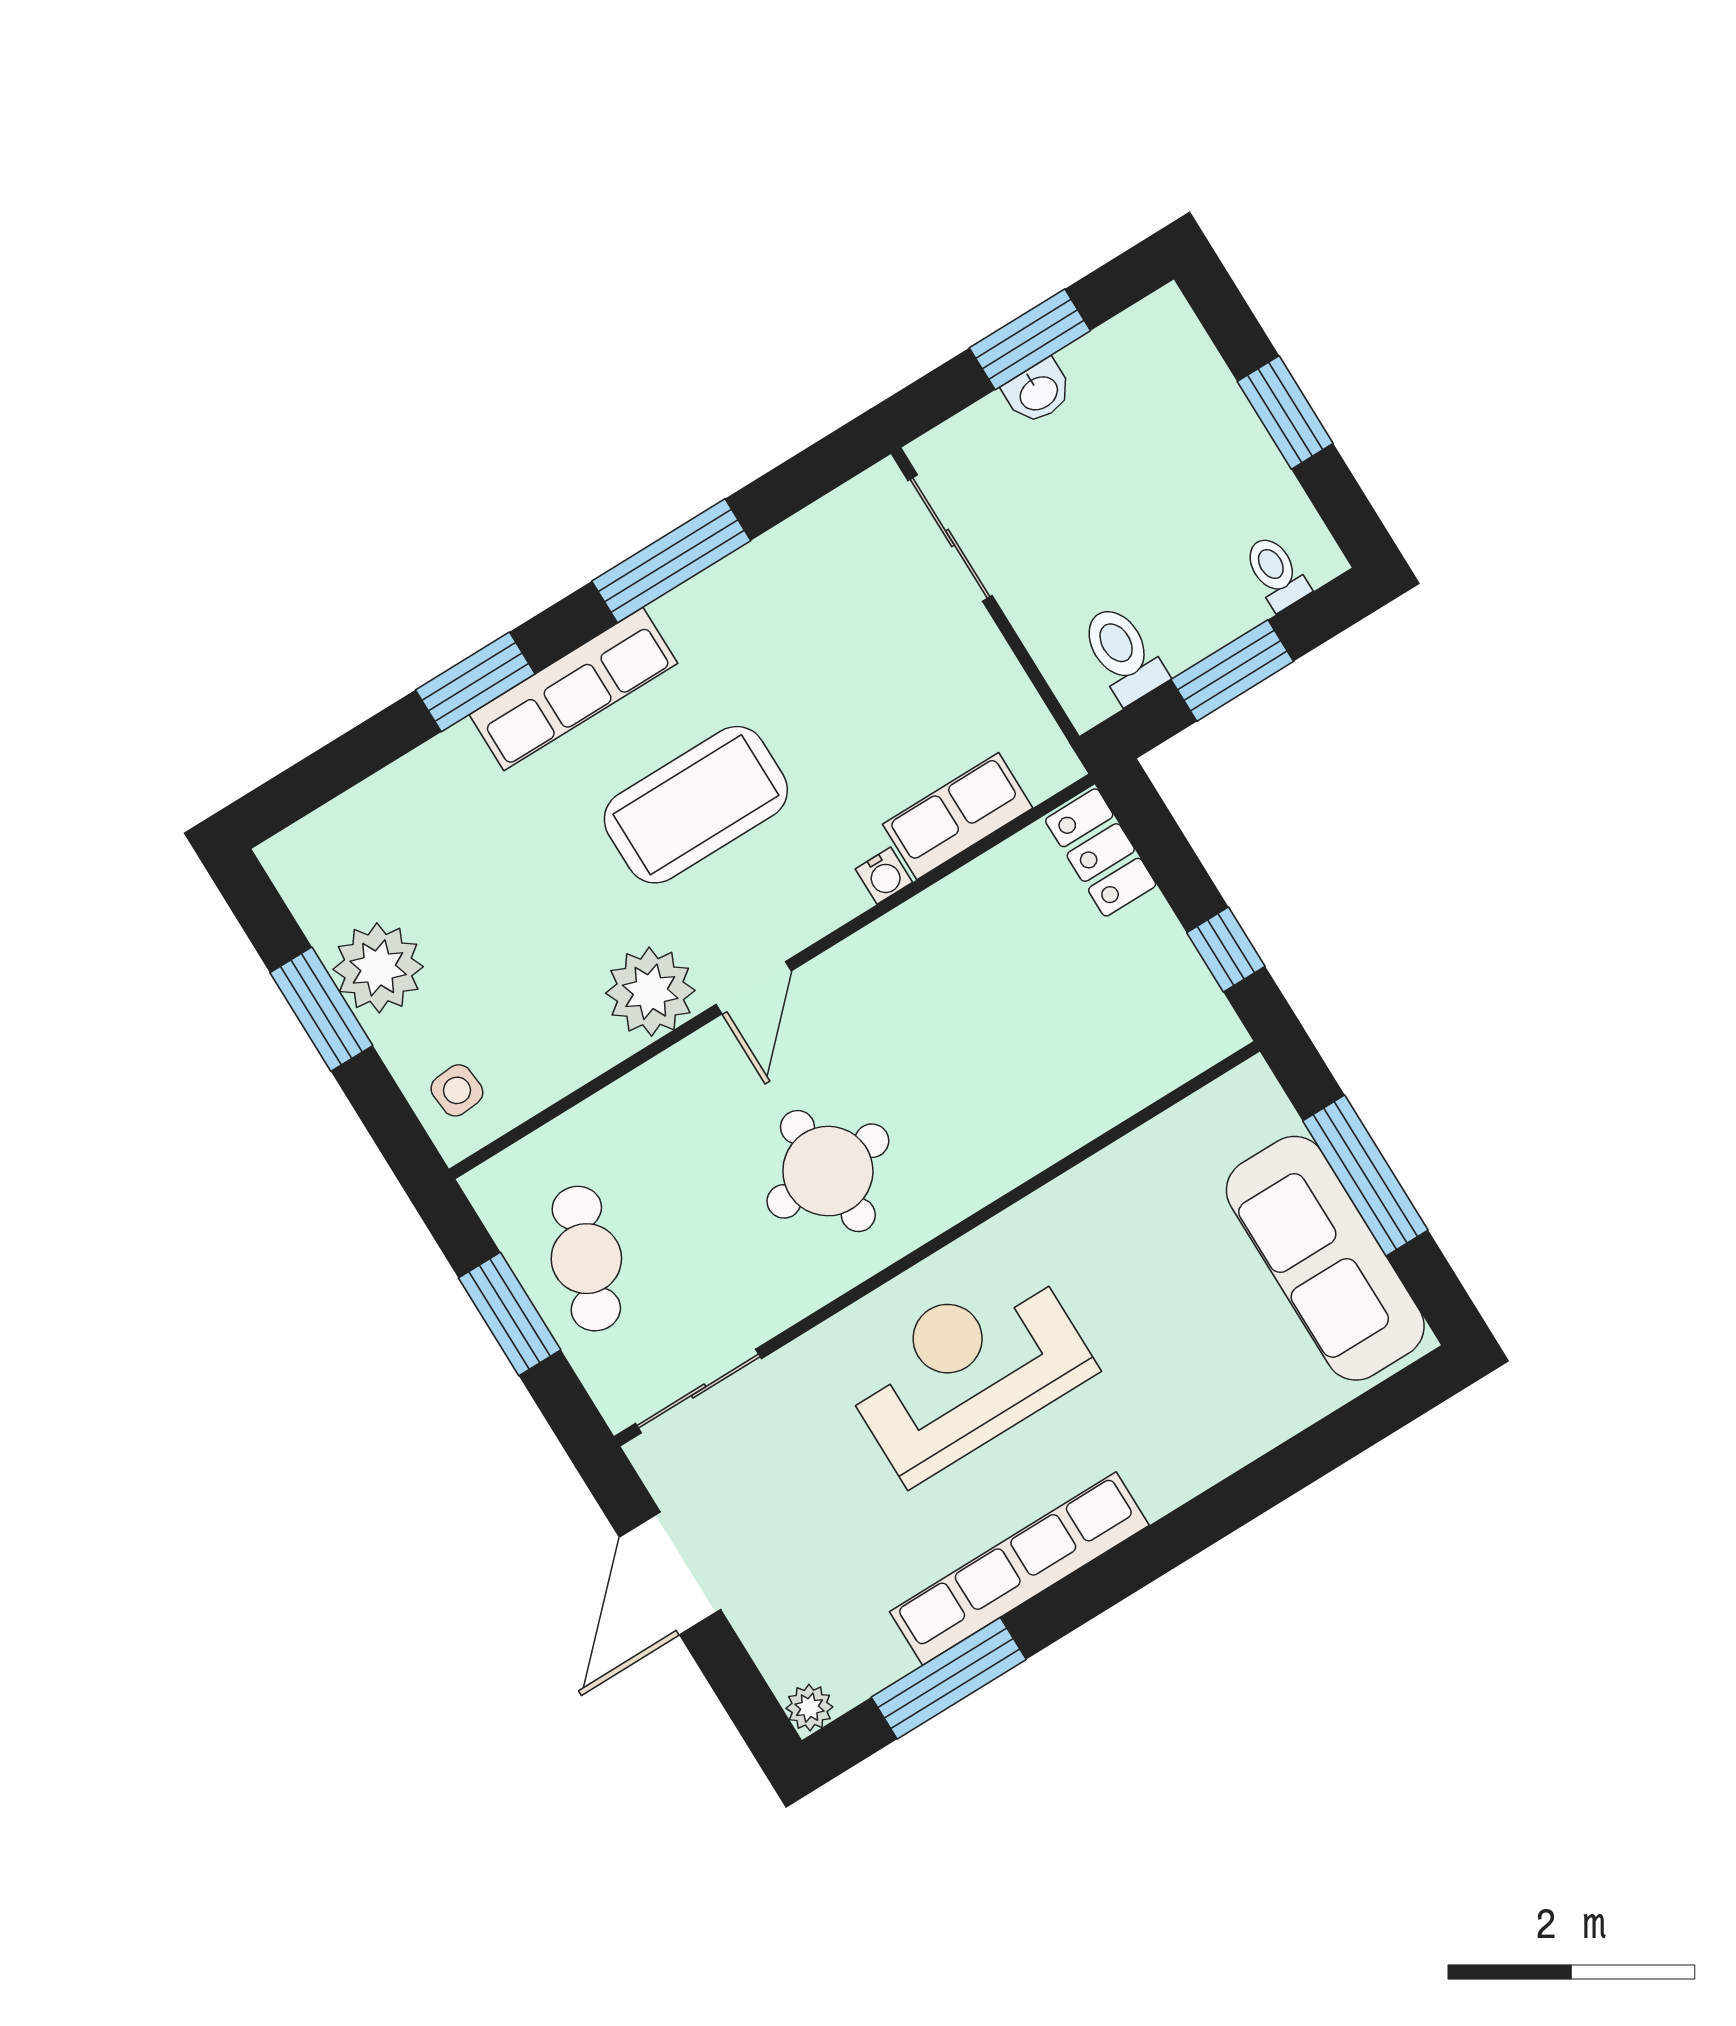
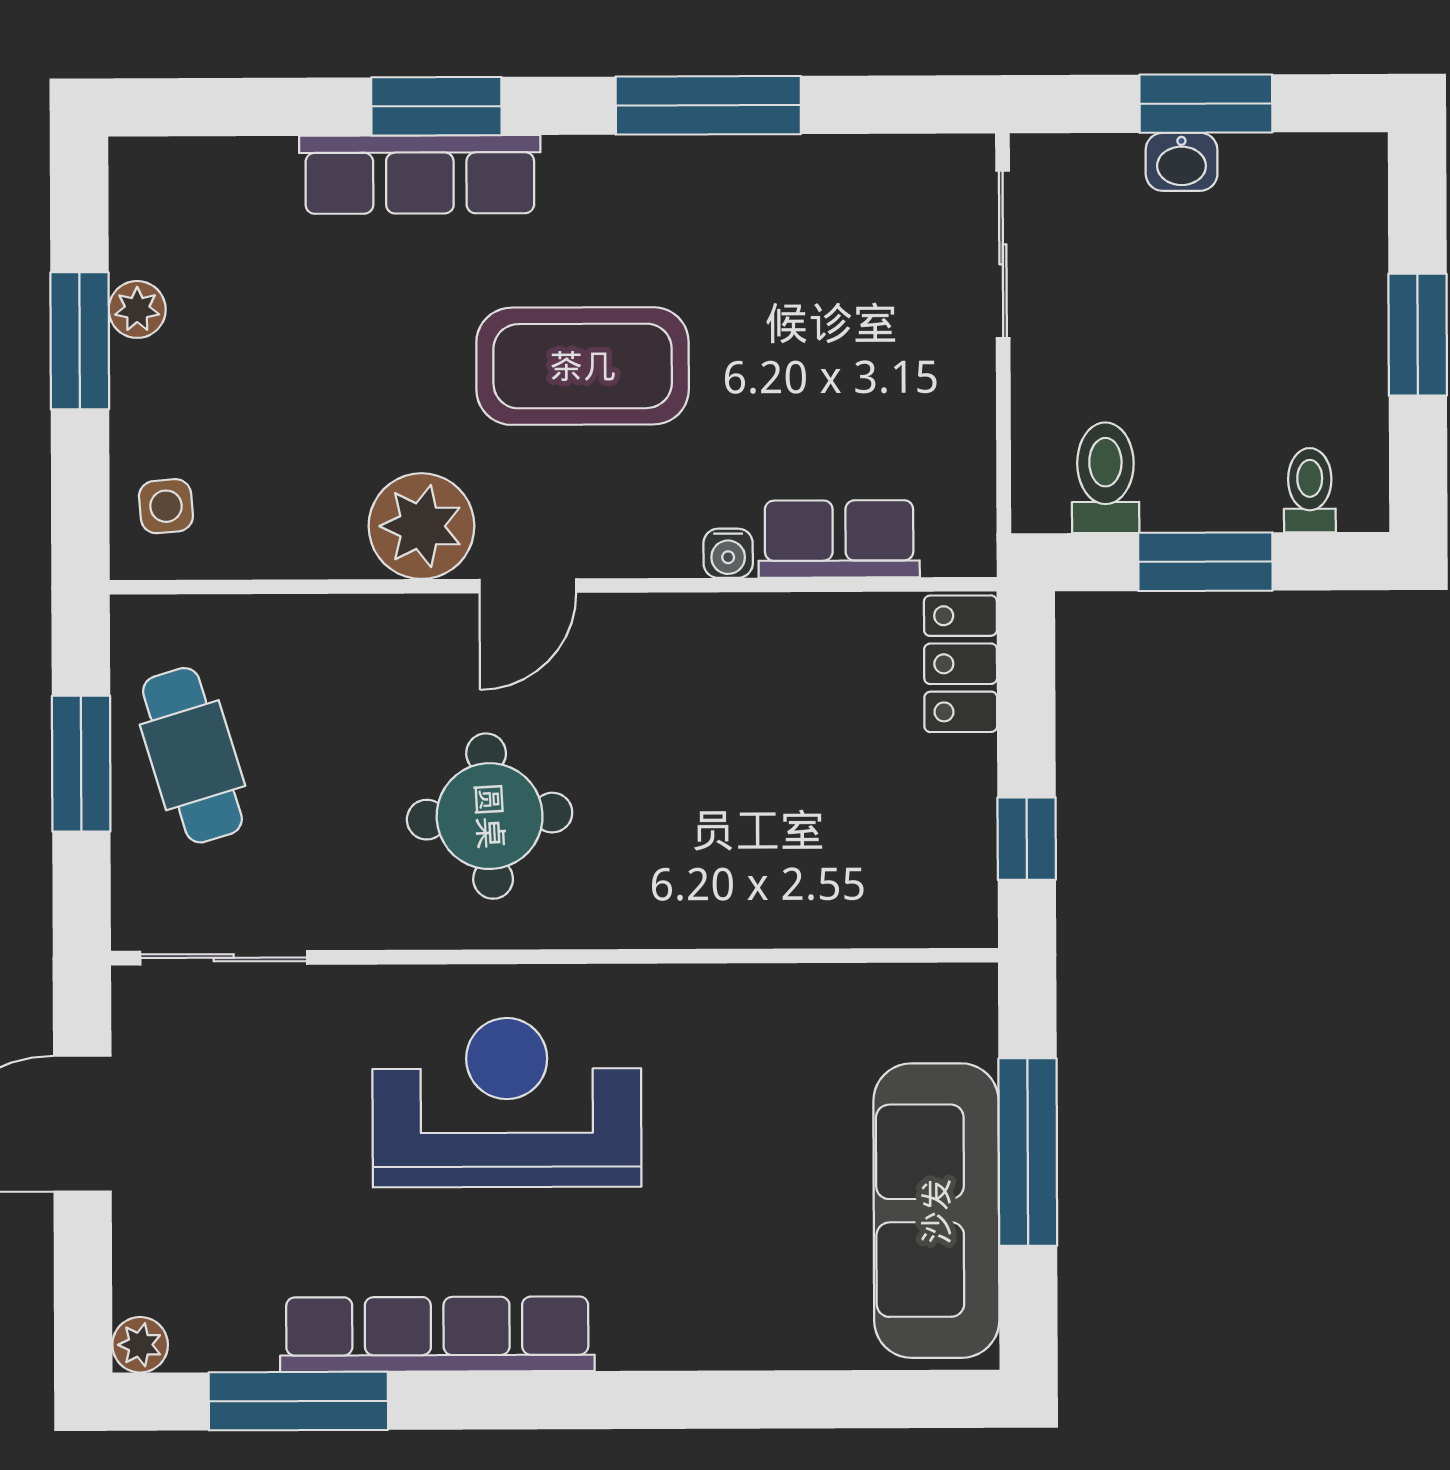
row of seats: (573, 689) -> (420, 174), moved
plant: (378, 968) -> (137, 309), width x0.53, depth x0.53
cafe table: (586, 1259) -> (192, 755), turned -38

